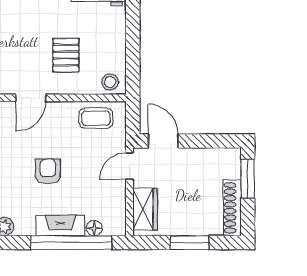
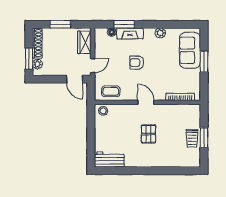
pallet: (66, 55) -> (149, 134), moved
door: (31, 98) -> (146, 102), hinge flipped
plant: (232, 169) -> (37, 64), added
armchair: (48, 172) -> (137, 63), turned 90
window: (71, 243) -> (124, 24), width x0.47

